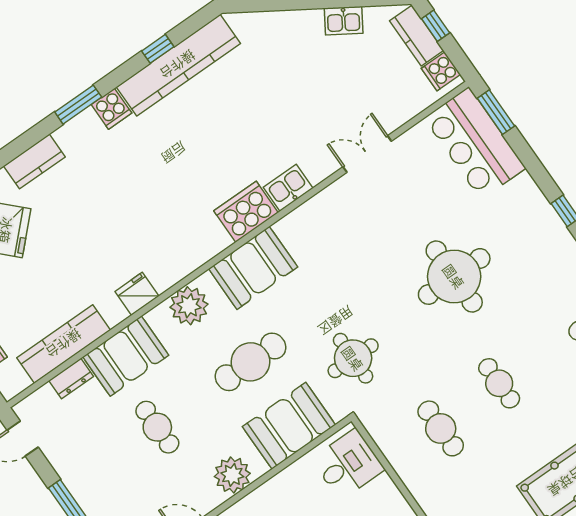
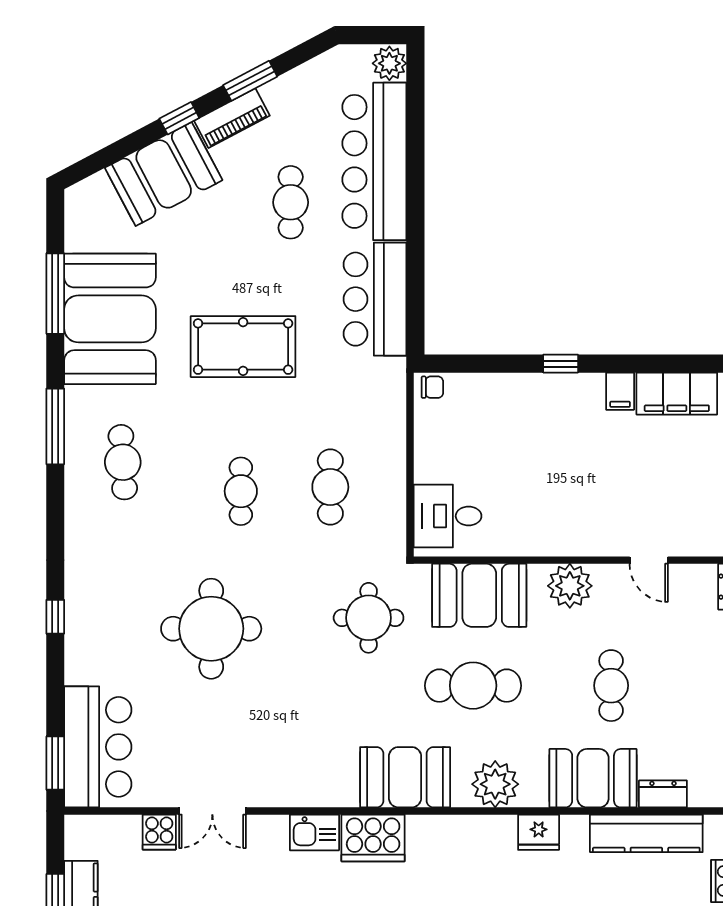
cooker: (441, 71) -> (159, 832), moved, turned 90

